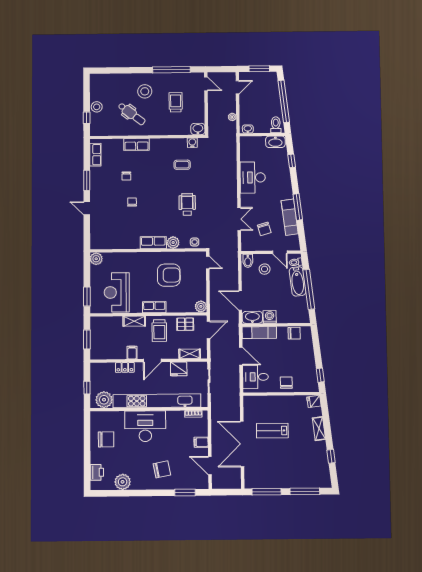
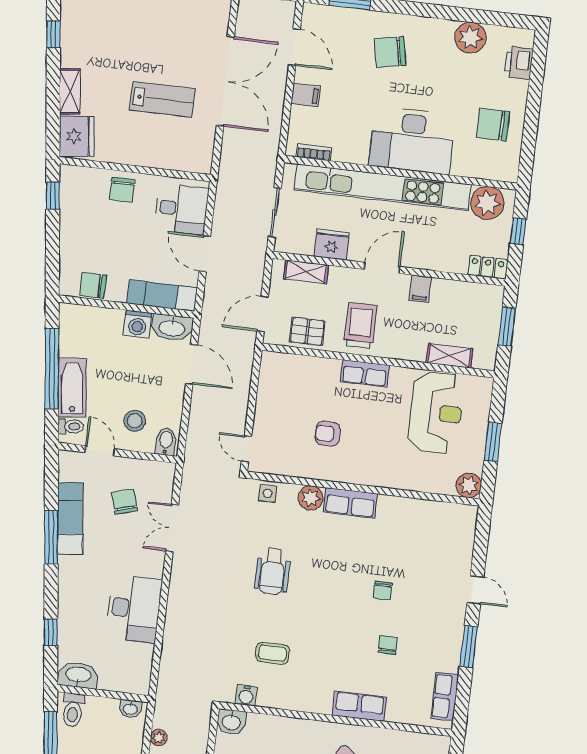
armchair: (169, 275) -> (328, 434), width x0.53, depth x0.53
window: (87, 297) -> (493, 442), moved
plant: (201, 306) -> (272, 363), removed
shelving: (134, 321) -> (450, 356), moved
locker: (125, 367) -> (487, 267), moved
fridge: (314, 401) -> (77, 136), width x1.88, depth x1.34

